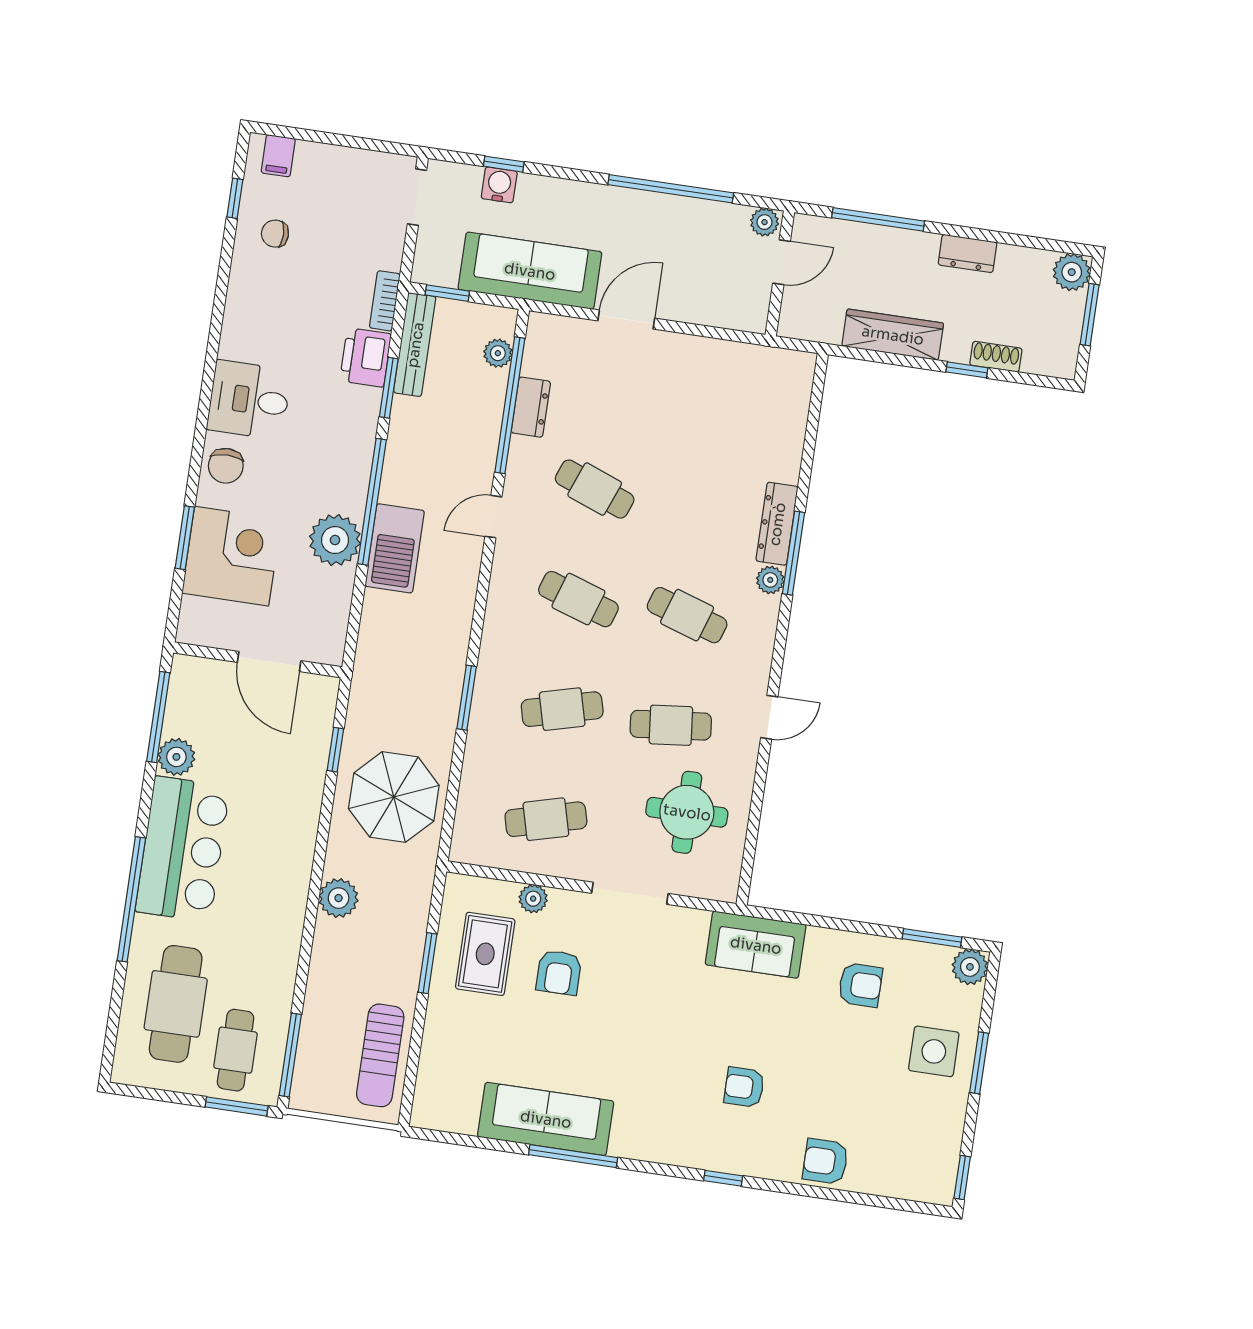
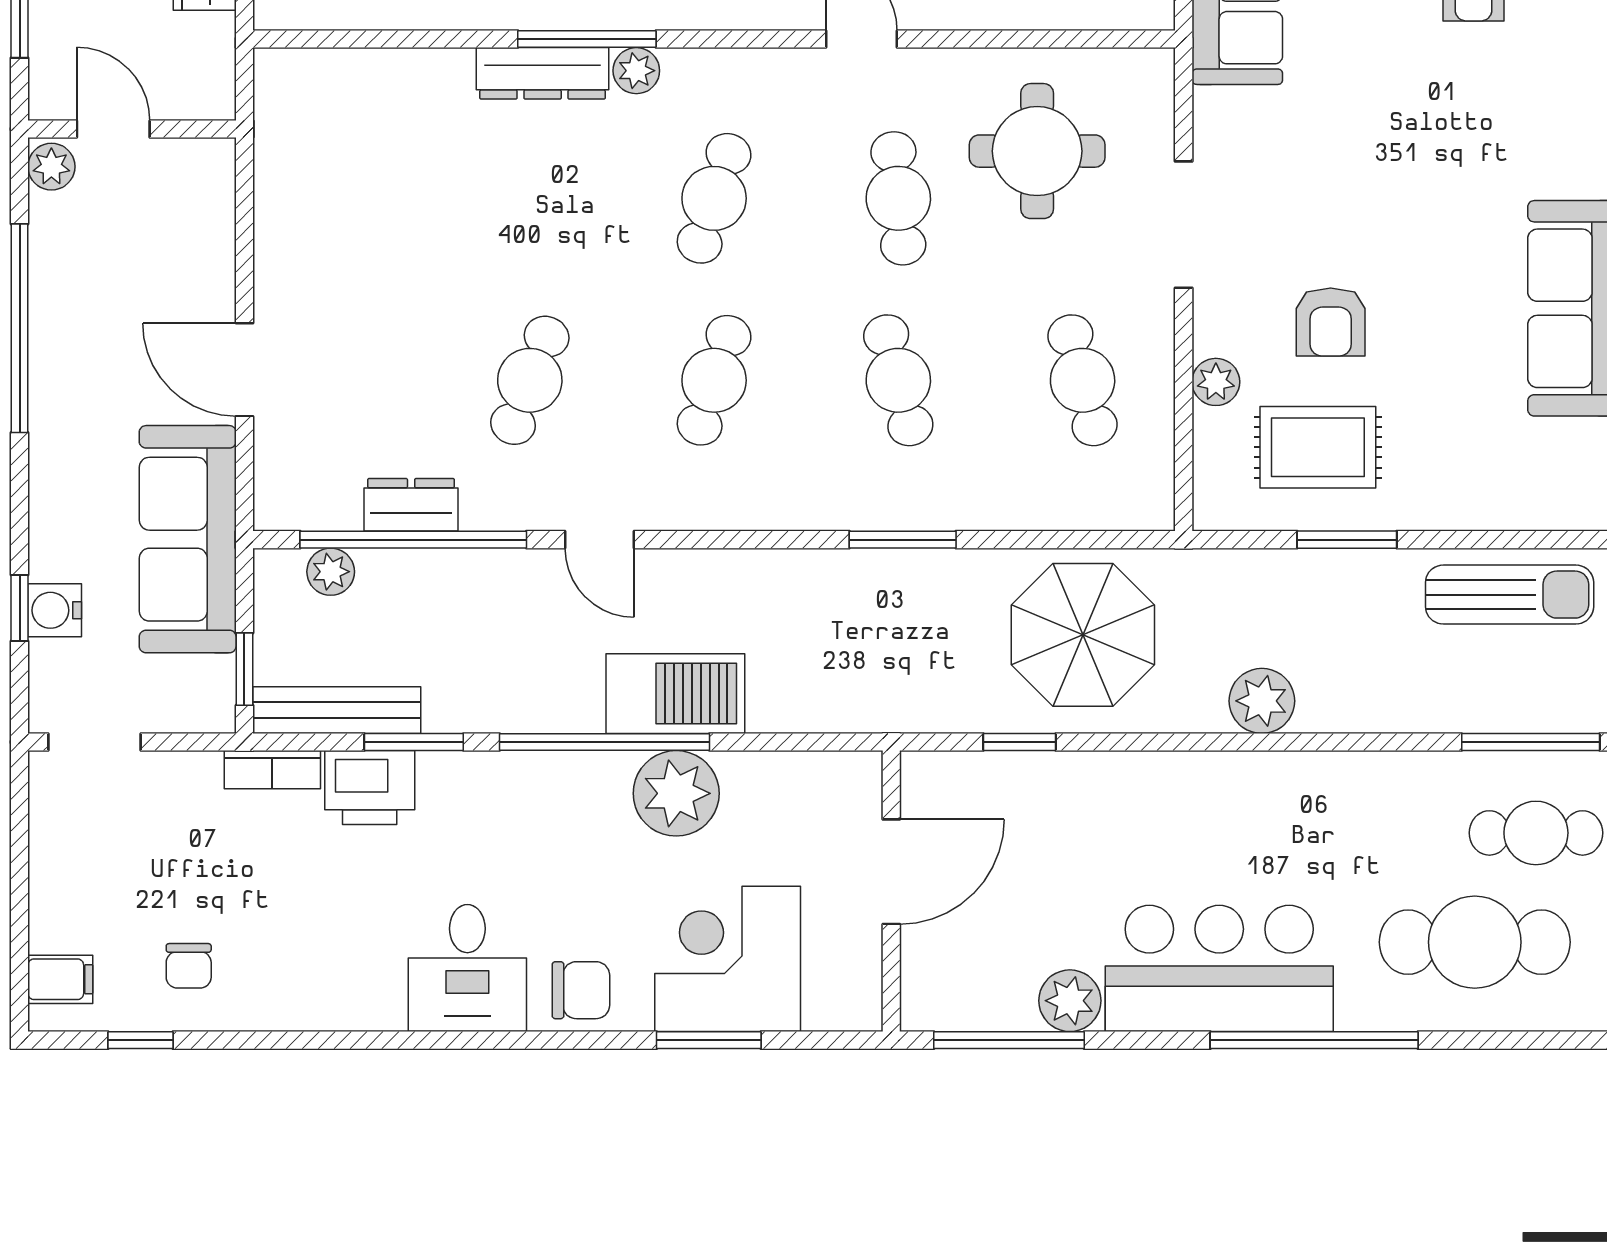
armchair: (559, 973) -> (1331, 322), turned 90

